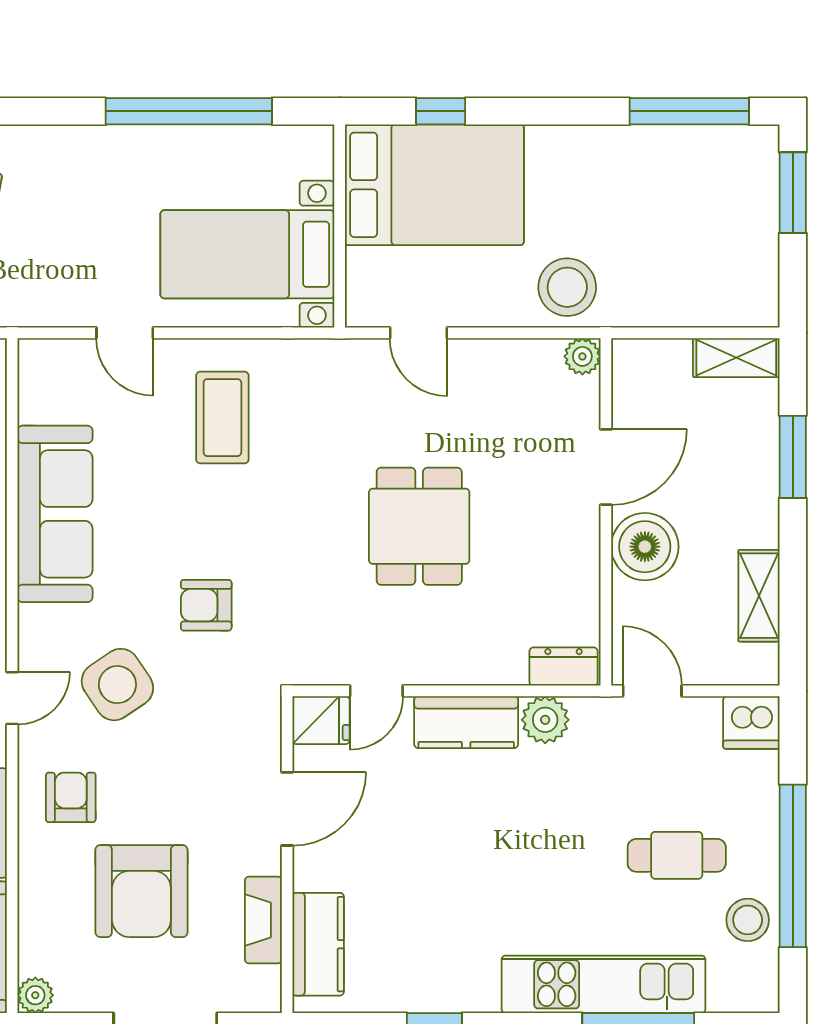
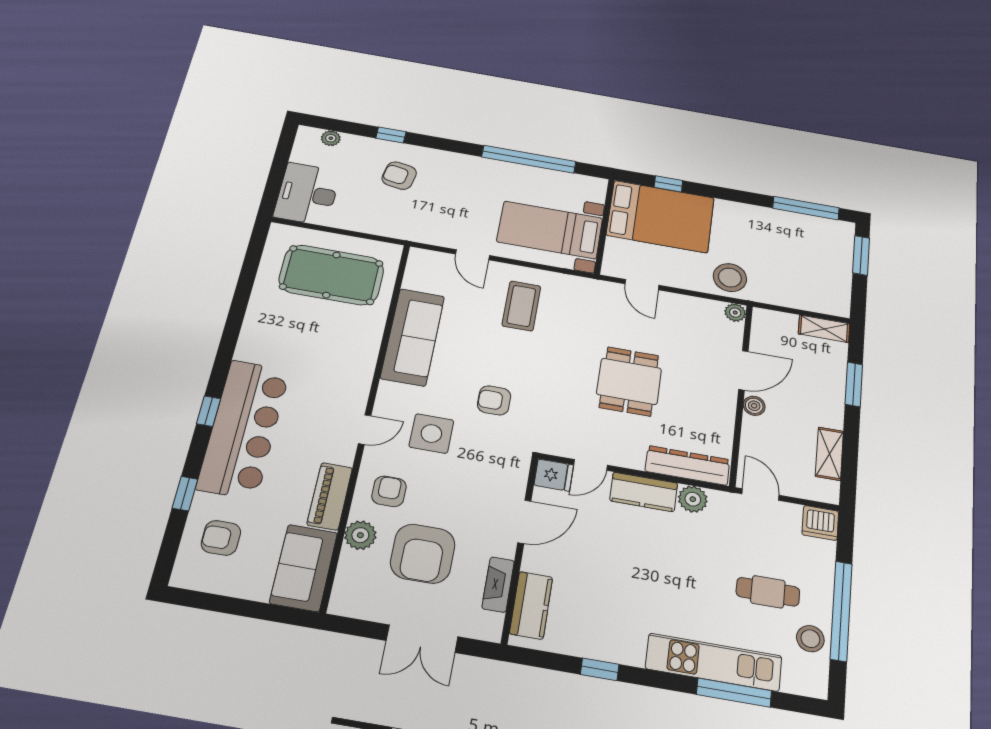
boiler: (645, 547) -> (754, 406), width x0.54, depth x0.54
dresser: (564, 667) -> (687, 465), width x1.96, depth x1.24
side table: (117, 685) -> (431, 434), turned 34
plant: (35, 995) -> (360, 535), moved, width x1.38, depth x1.38

